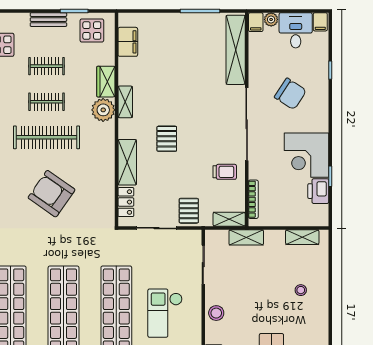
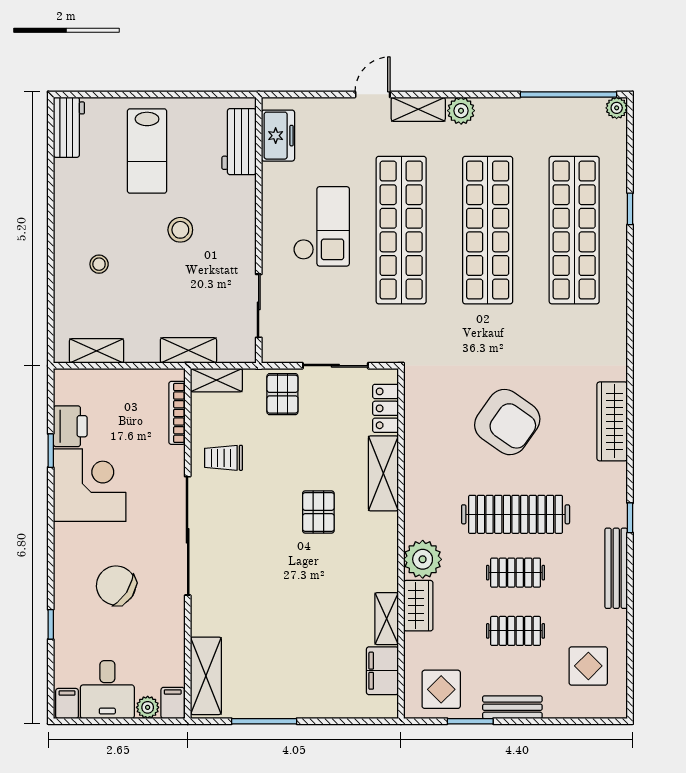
shelving: (236, 50) -> (206, 676), width x0.68
shelving: (125, 102) -> (387, 619), moved
stool: (216, 313) -> (180, 230), moved

